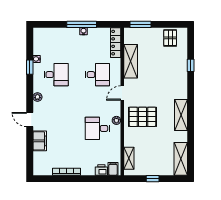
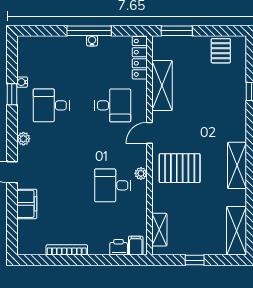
desk: (56, 75) -> (51, 105), turned 180

